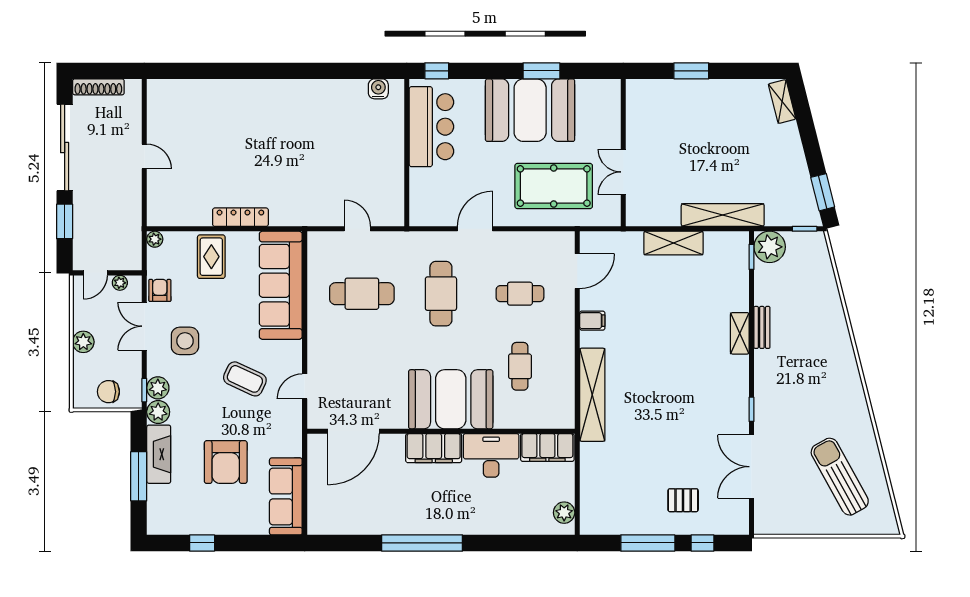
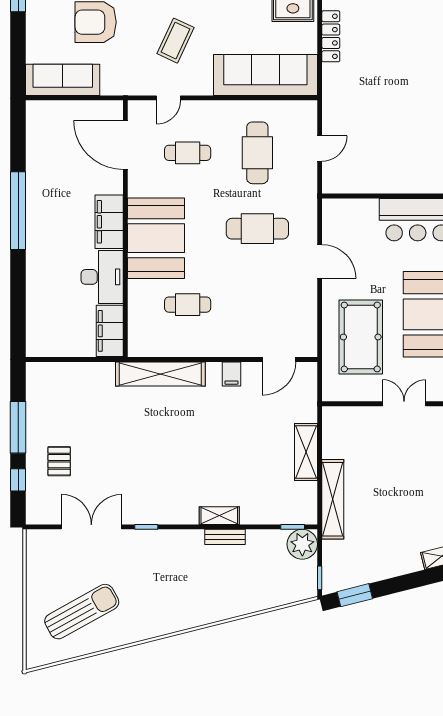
double door: (623, 172) -> (404, 404), moved
door: (577, 271) -> (279, 360), hinge flipped
cafe table: (520, 294) -> (188, 153), moved, turned 90
door: (305, 386) -> (168, 98), swing flipped
plant: (564, 513) -> (47, 347), removed

